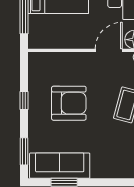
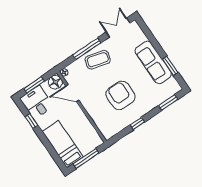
sofa: (60, 166) -> (153, 62), moved

